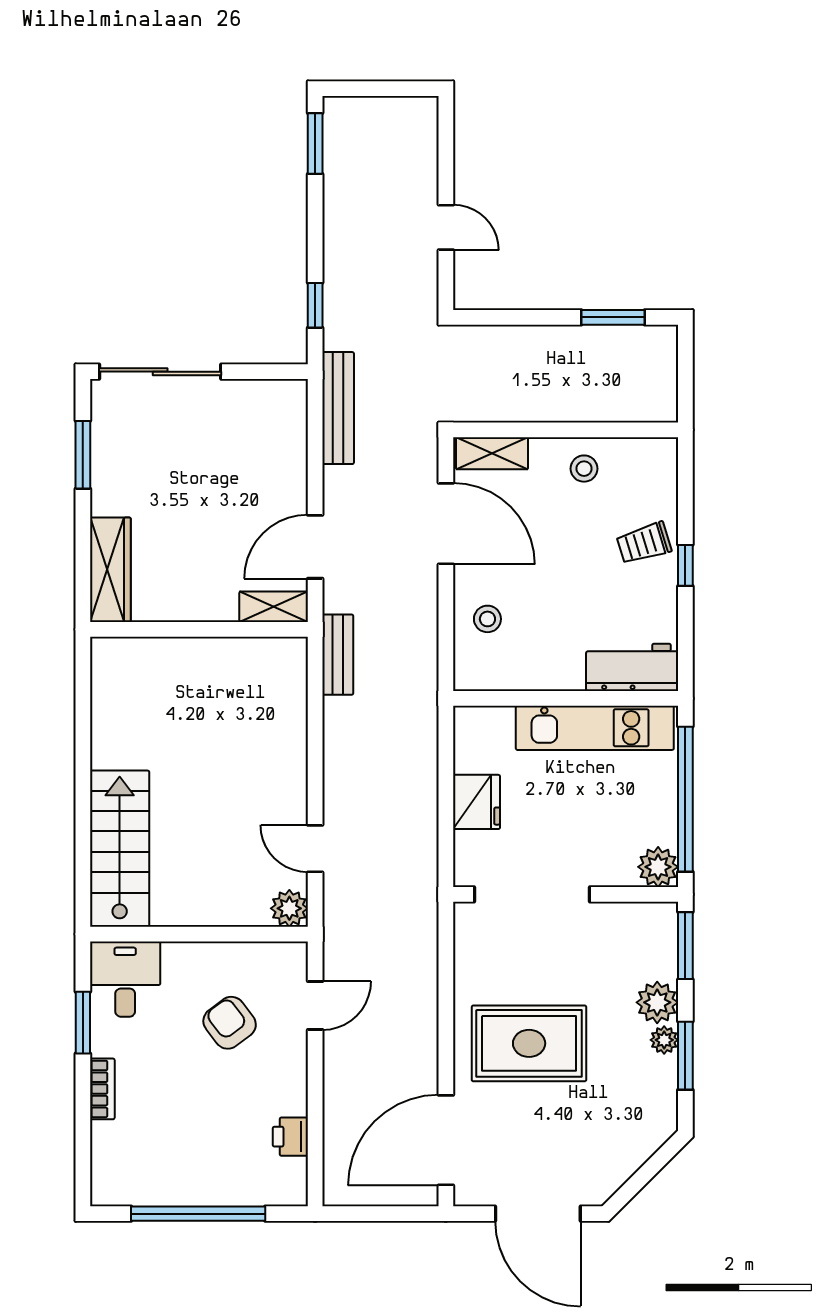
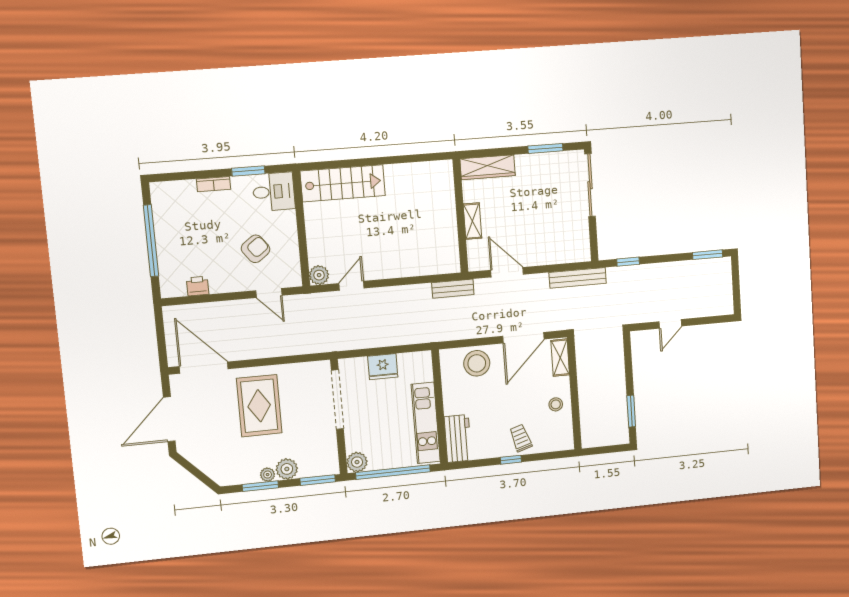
shelving: (274, 607) -> (472, 221), moved
stool: (487, 619) -> (477, 363), width x1.89, depth x1.89

